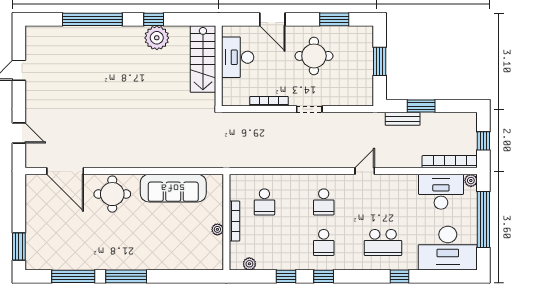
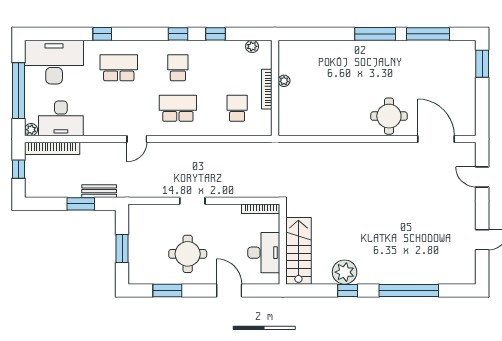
bookcase: (269, 101) -> (261, 209), moved
sofa: (173, 188) -> (328, 122), removed
school desk: (324, 202) -> (178, 108), width x1.85

